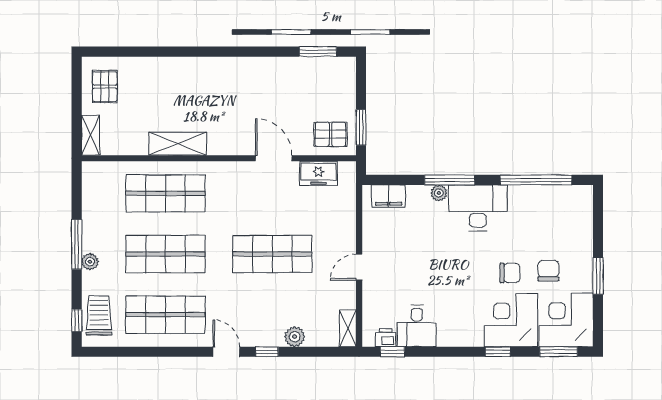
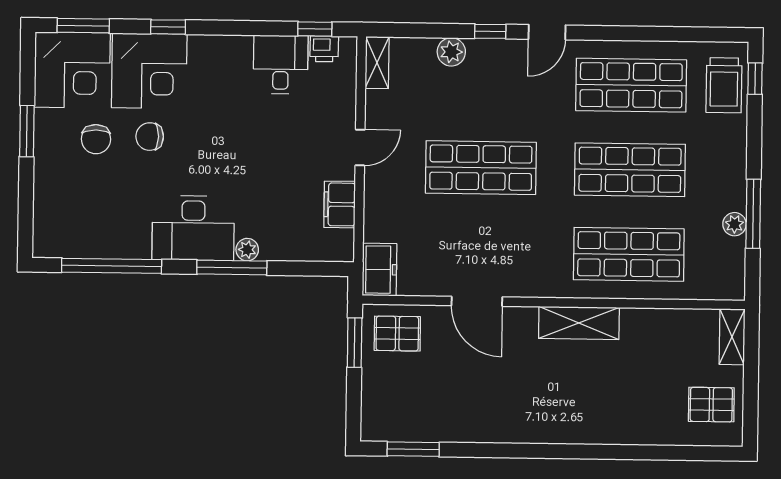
pallet: (105, 87) -> (711, 405), turned 90
shelving: (178, 144) -> (579, 323), moved
freezer: (318, 173) -> (379, 270), moved, turned 90
filing cabinet: (389, 196) -> (340, 204), moved, turned -90
window: (77, 244) -> (753, 214), moved
plant: (90, 262) -> (734, 224), moved
door: (226, 352) -> (547, 32), hinge flipped

